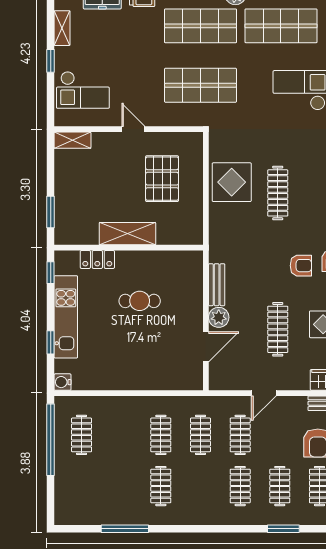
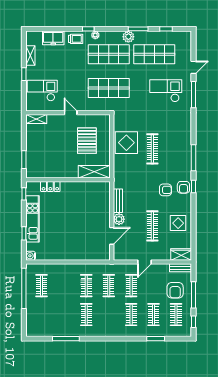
checkout: (83, 90) -> (42, 91), turned 180
shelving: (127, 234) -> (94, 172), moved
cafe table: (140, 301) -> (74, 210), removed

